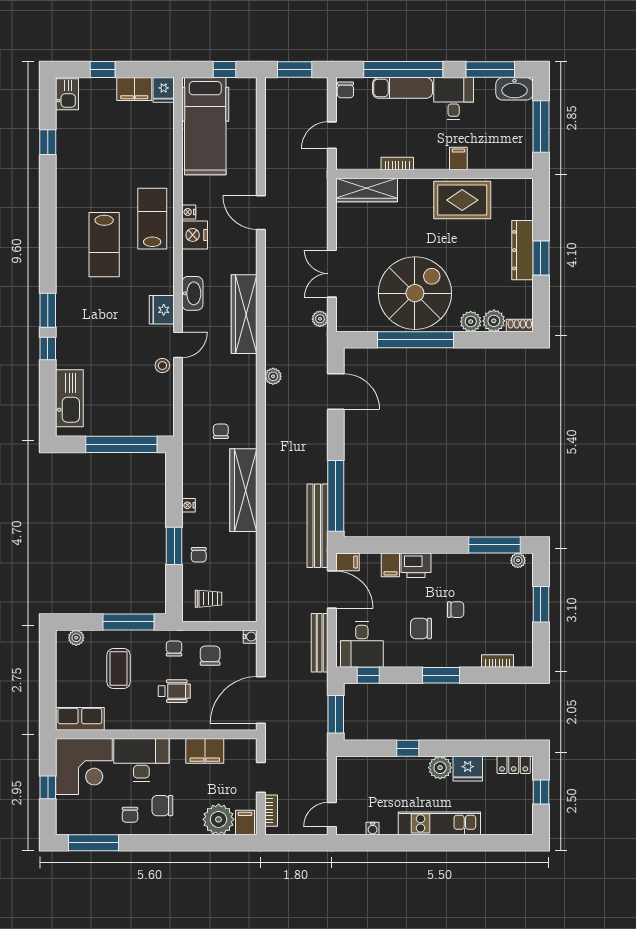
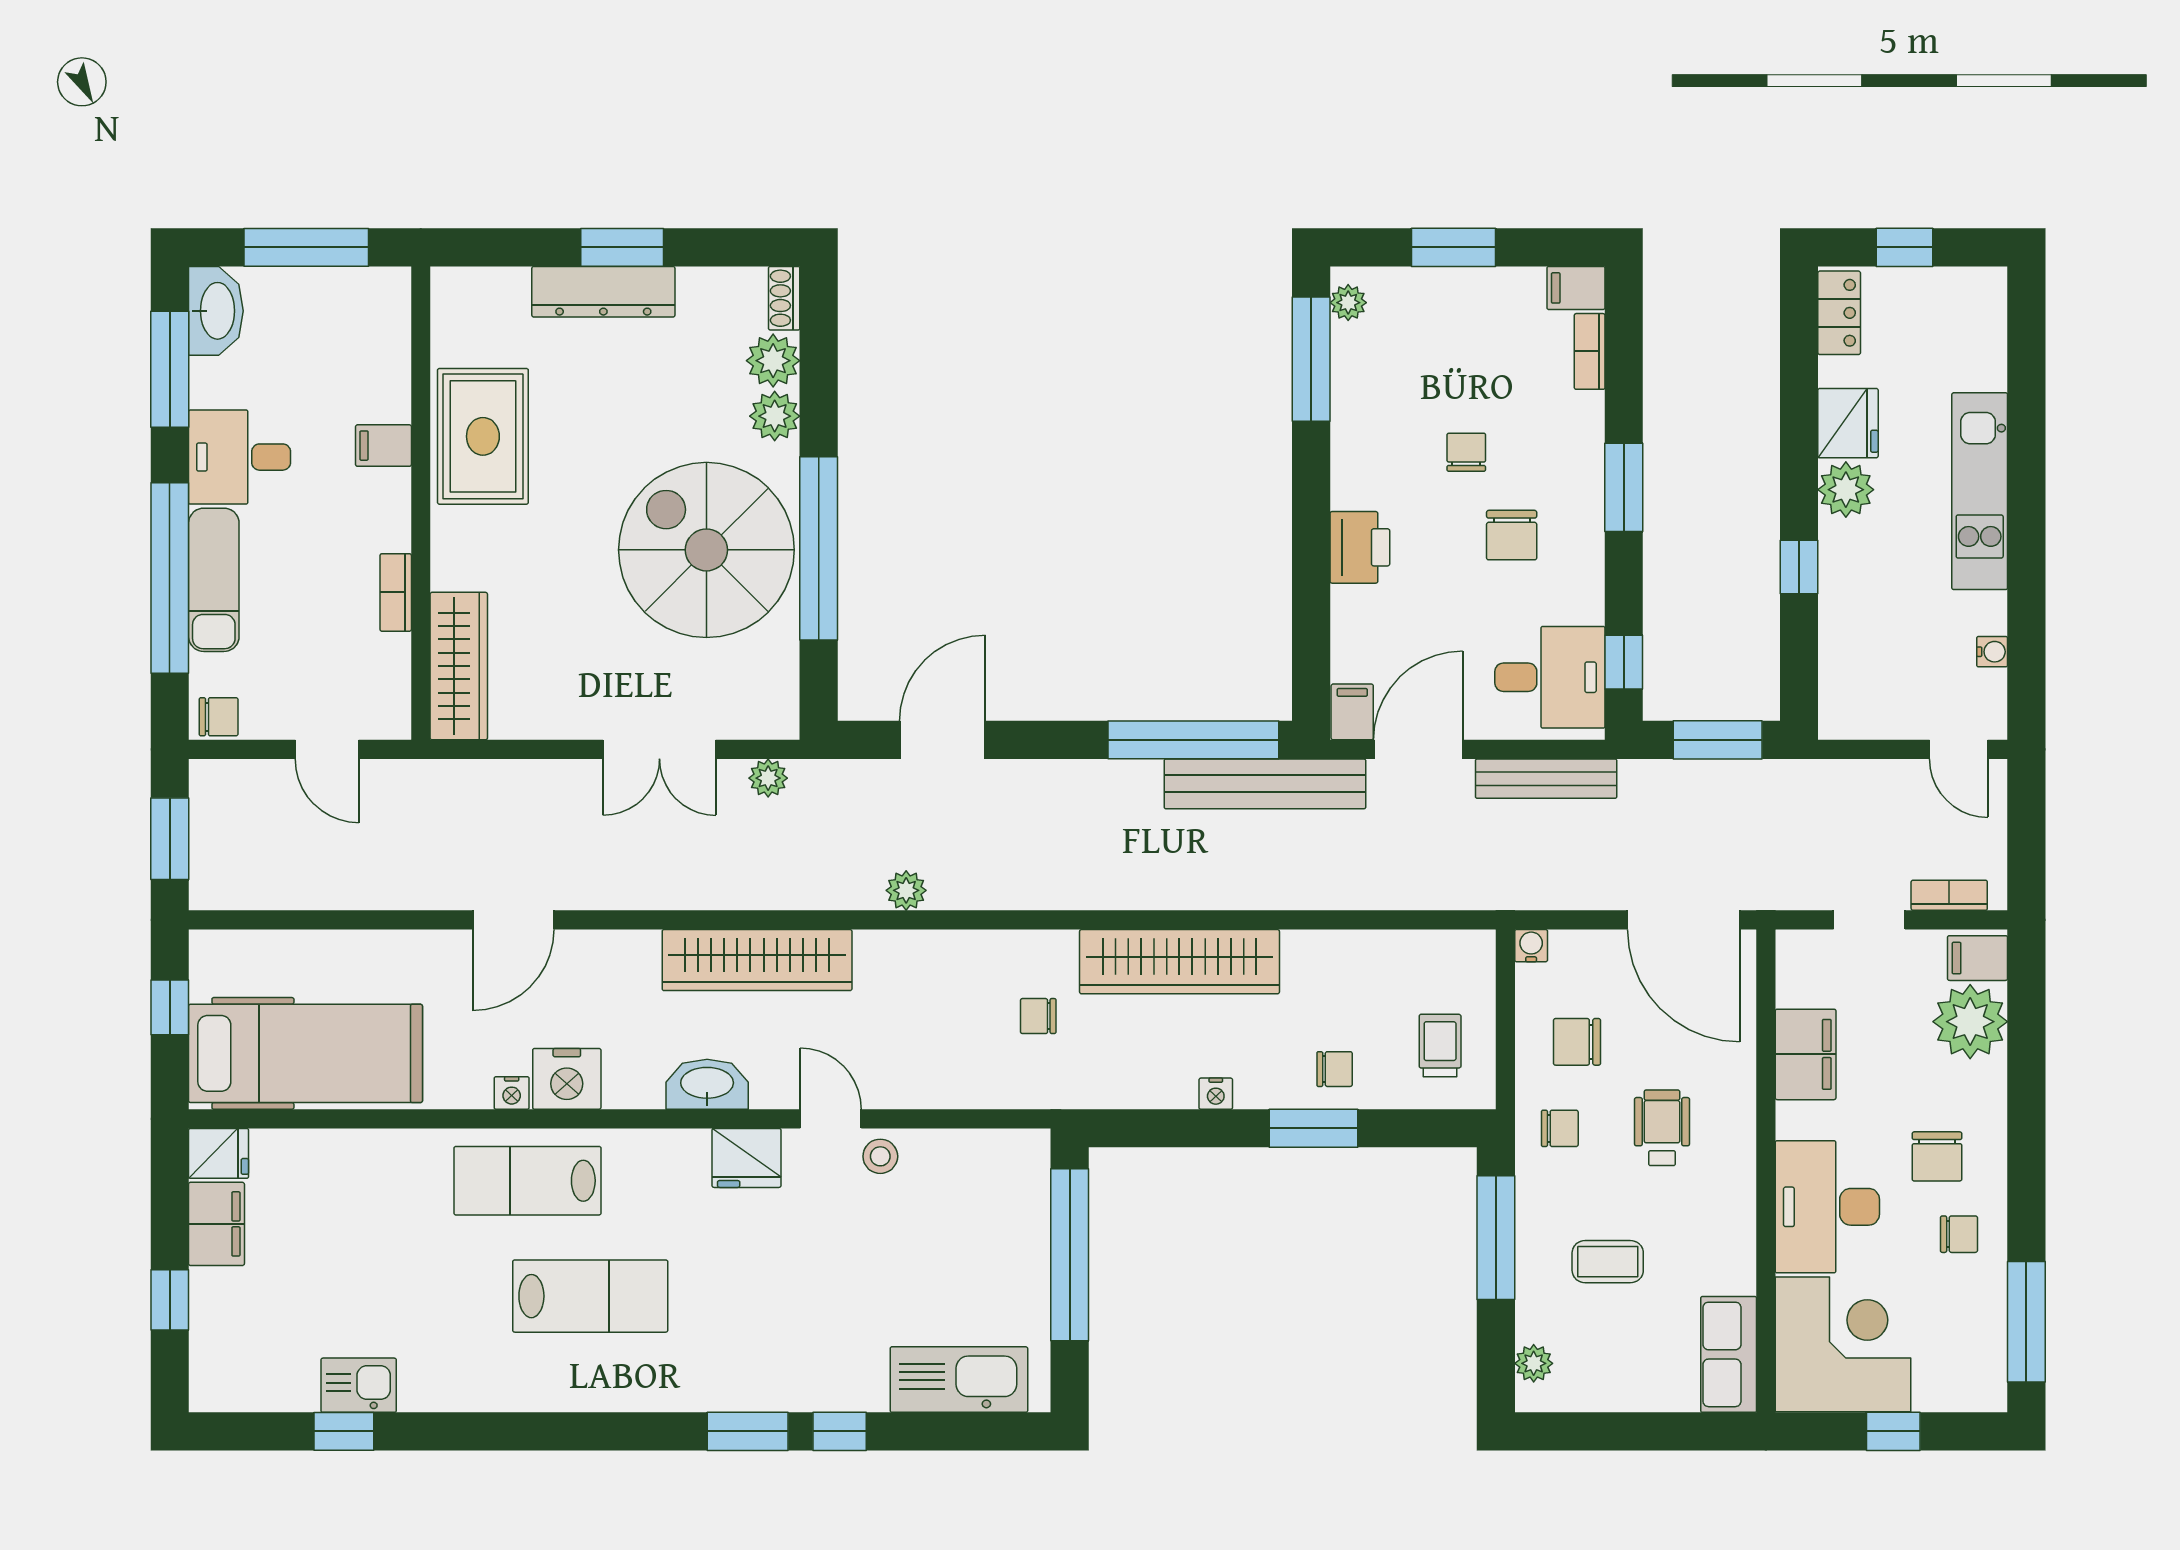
kitchen sink: (67, 94) -> (359, 1385), moved
filing cabinet: (390, 565) -> (1576, 288), moved, turned 180
chair: (174, 649) -> (1560, 1128), turned 180
coffee table: (119, 668) -> (1608, 1262), width x0.73, depth x0.77

